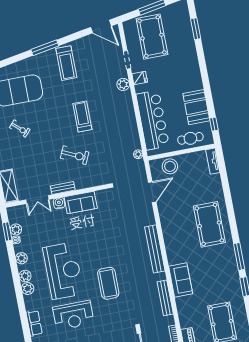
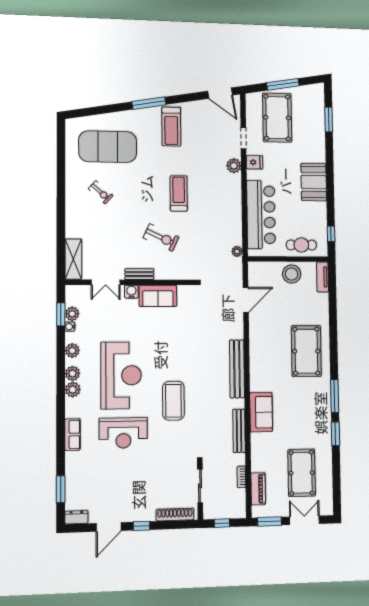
booth: (196, 107) -> (314, 182), moved
stool: (170, 166) -> (292, 274), moved

